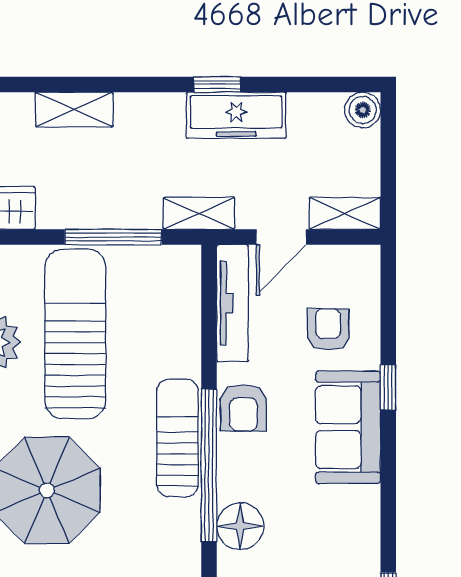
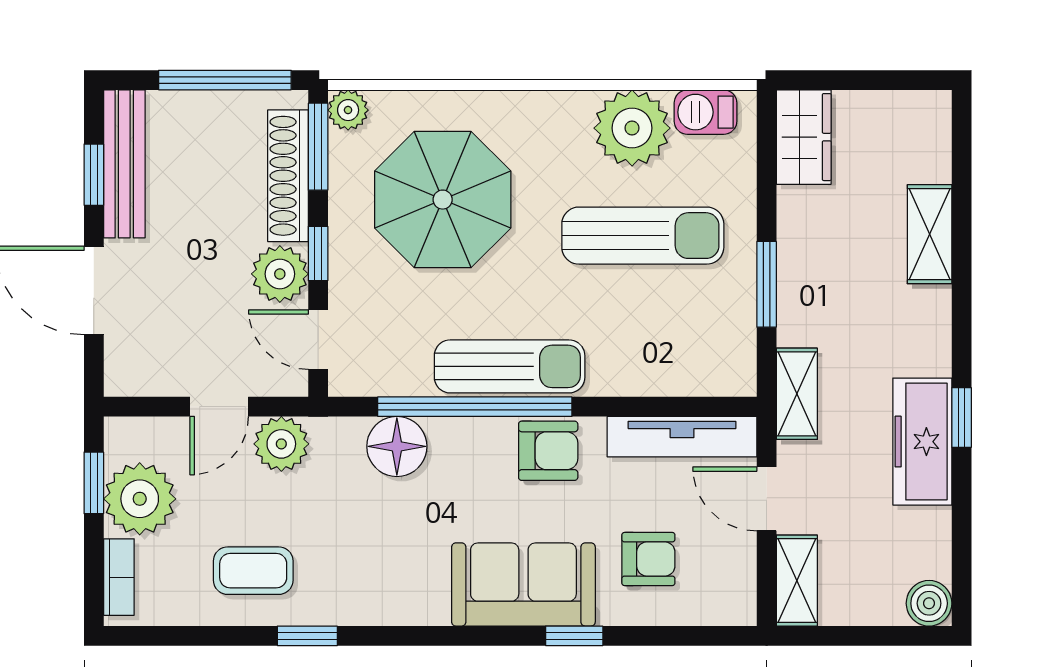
window: (113, 237) -> (767, 284), width x0.69
sun lounger: (75, 334) -> (643, 236), width x0.73, depth x0.75
armchair: (243, 408) -> (548, 451), turned 180

